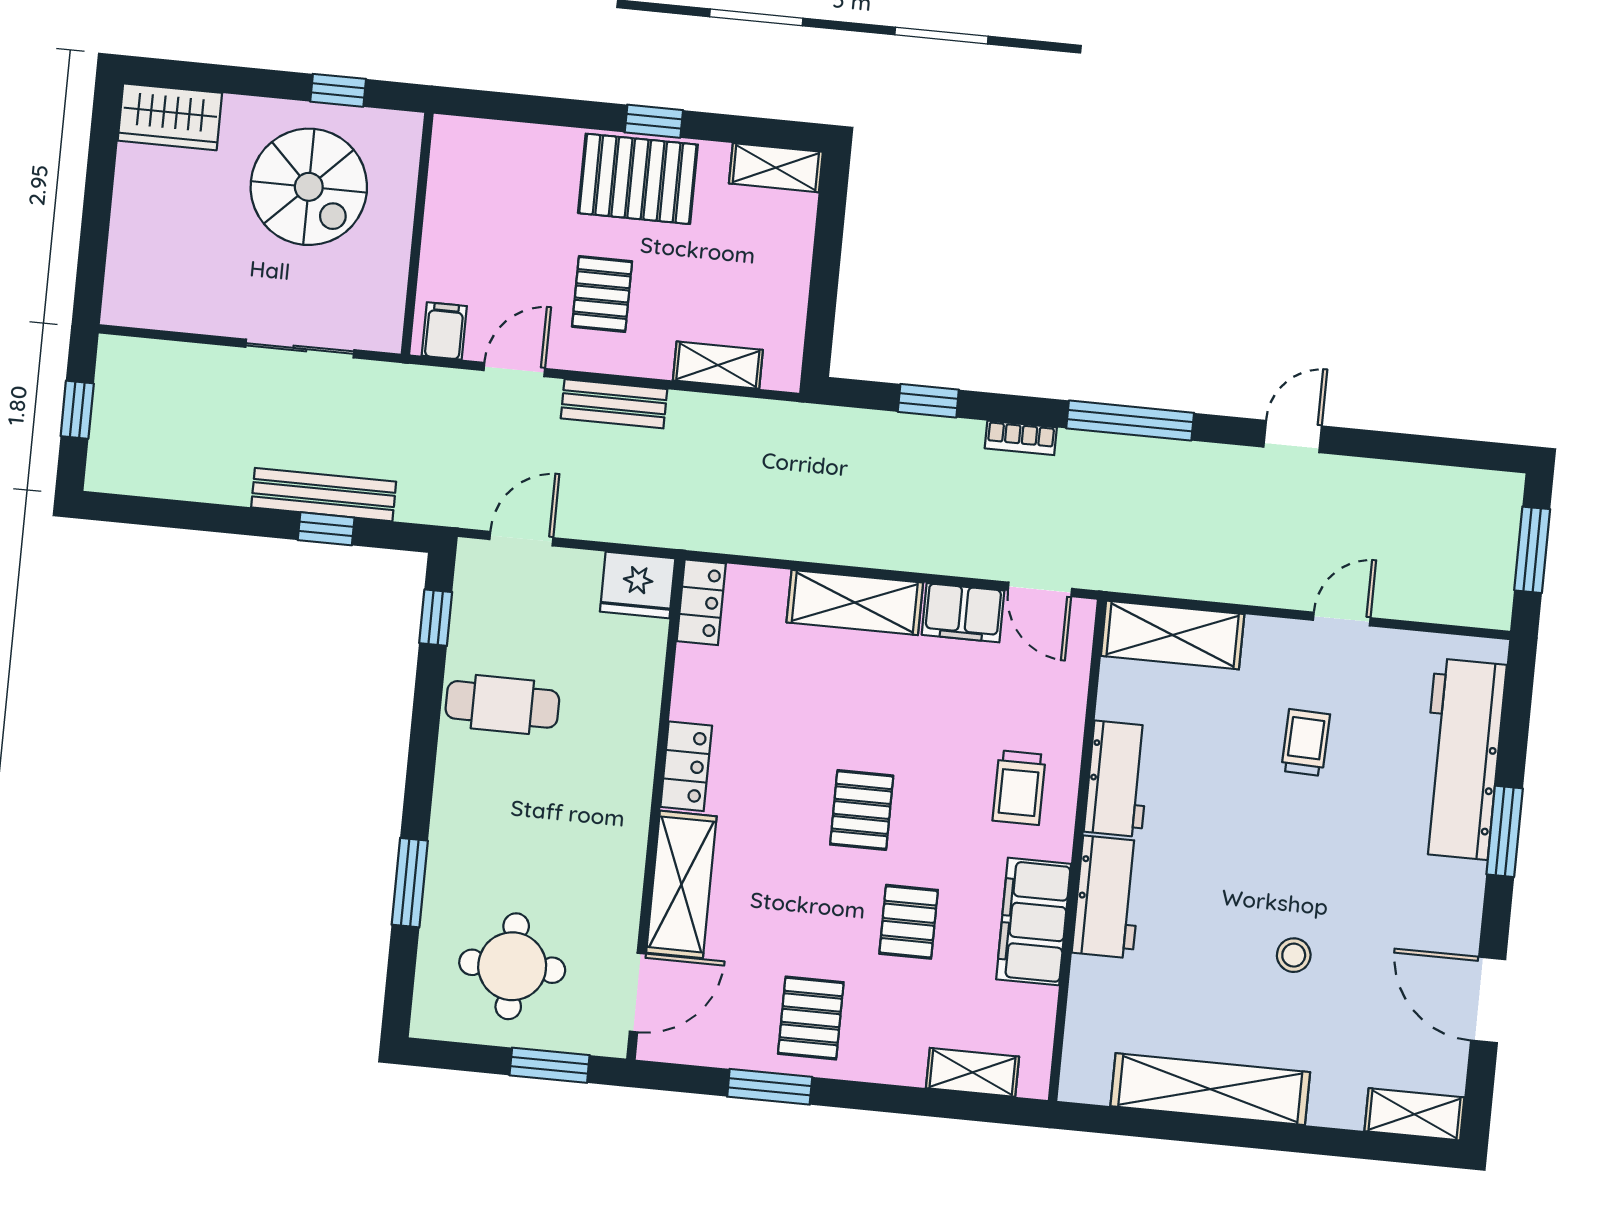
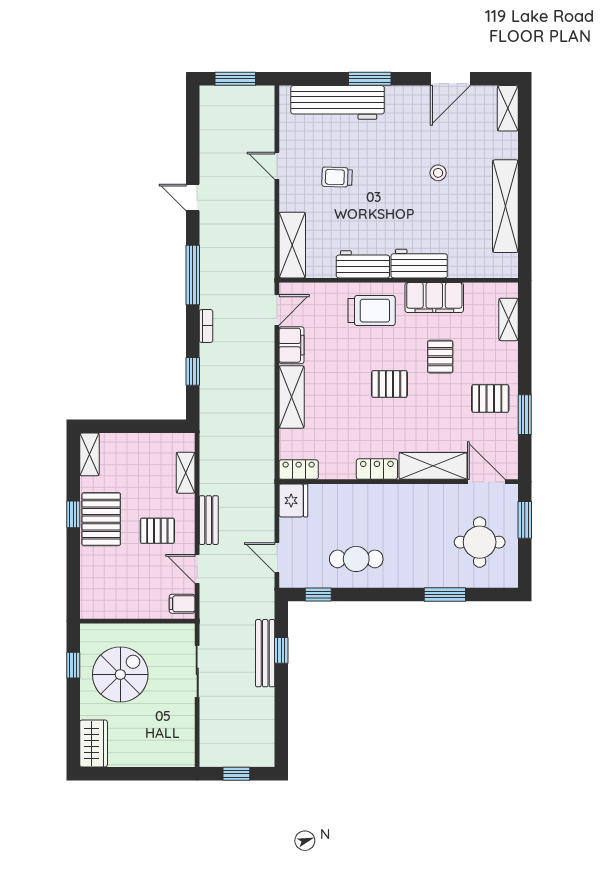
cafe table: (502, 704) -> (356, 559), turned 90
trolley: (1019, 788) -> (372, 311), width x1.36, depth x1.39
pallet: (909, 922) -> (440, 357), turned 90

